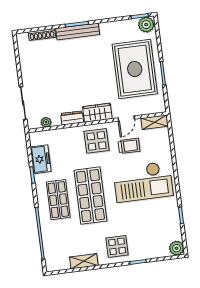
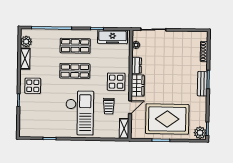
bench: (78, 31) -> (202, 84), width x0.73
door: (126, 119) -> (130, 107), swing flipped
freezer: (41, 159) -> (113, 37), width x1.40
checkout: (143, 182) -> (80, 113), turned 180
shop shelf: (90, 196) -> (75, 71), width x0.70, depth x0.74
plant: (177, 248) -> (26, 42), moved

